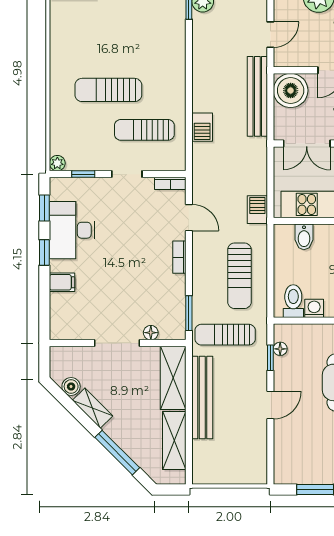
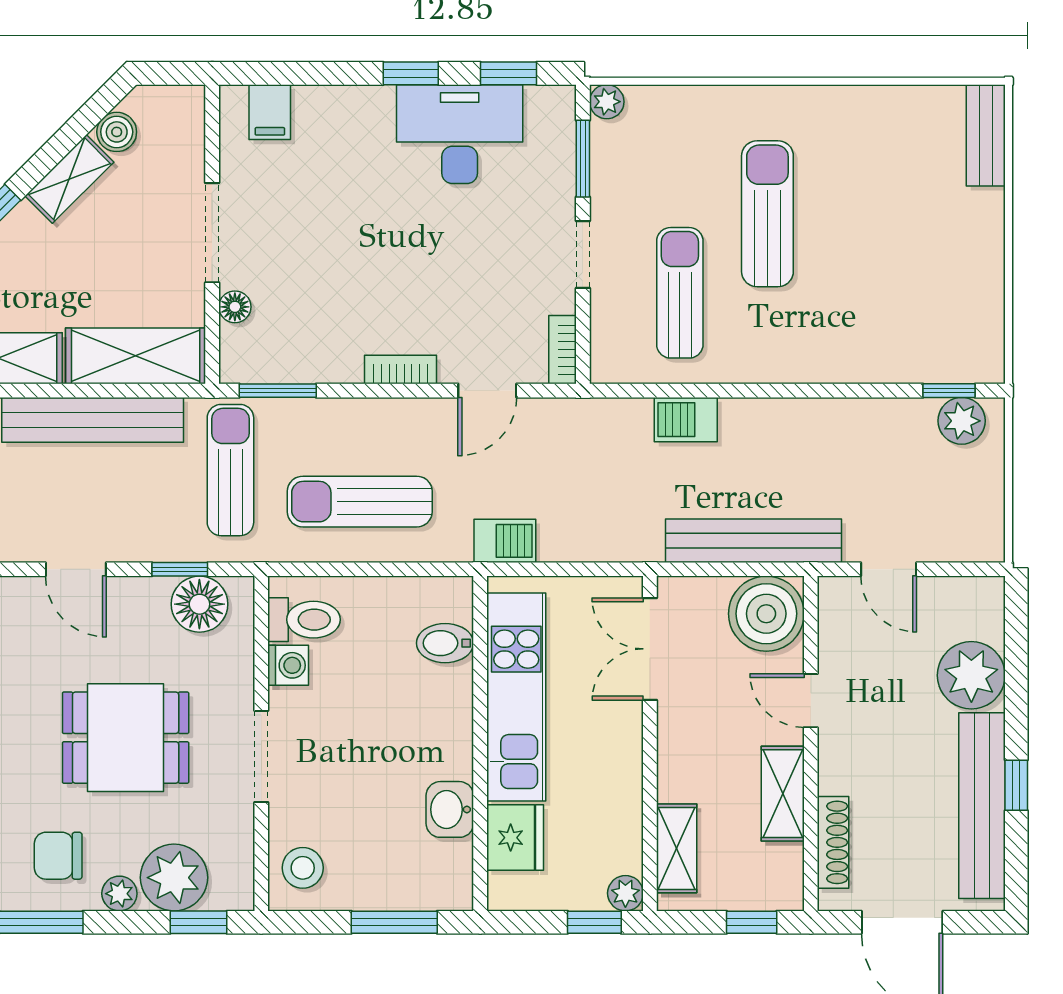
window: (83, 174) -> (583, 159), width x1.50
filing cabinet: (62, 282) -> (270, 112), moved
floor lamp: (280, 349) -> (199, 604), width x1.89, depth x1.89

